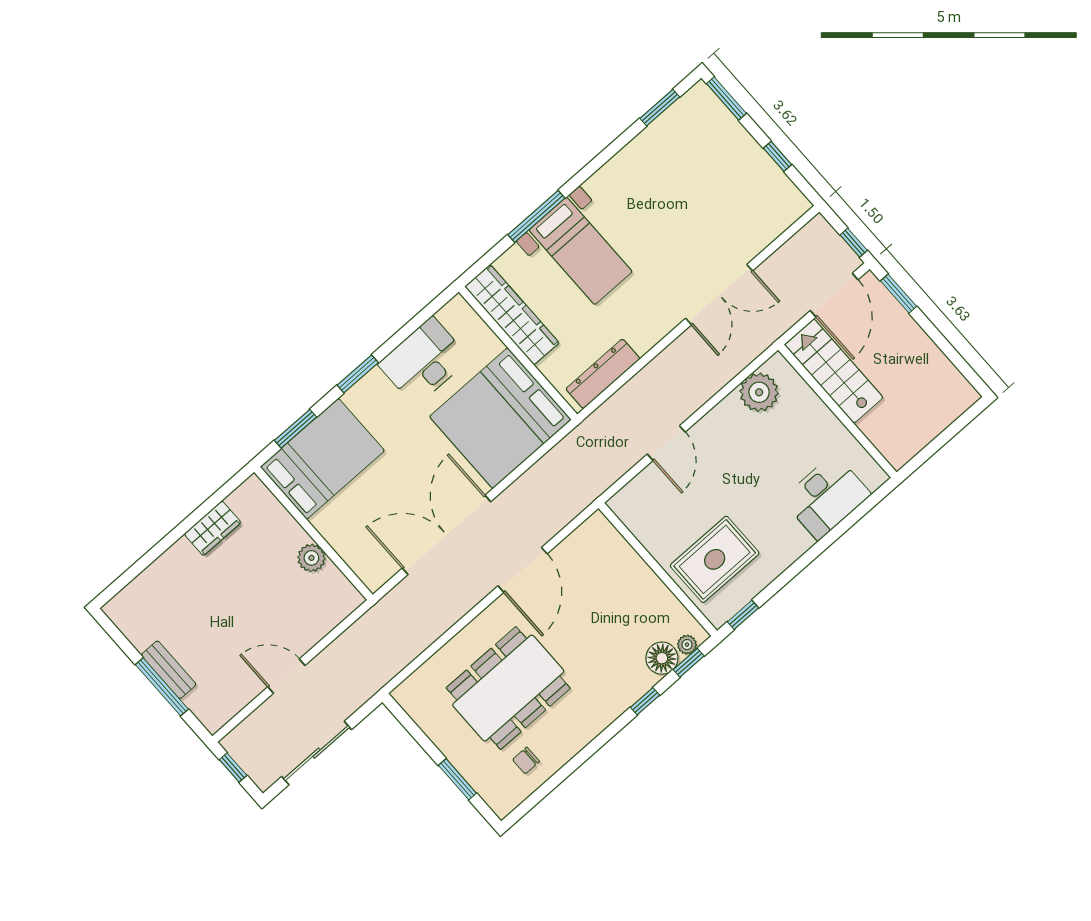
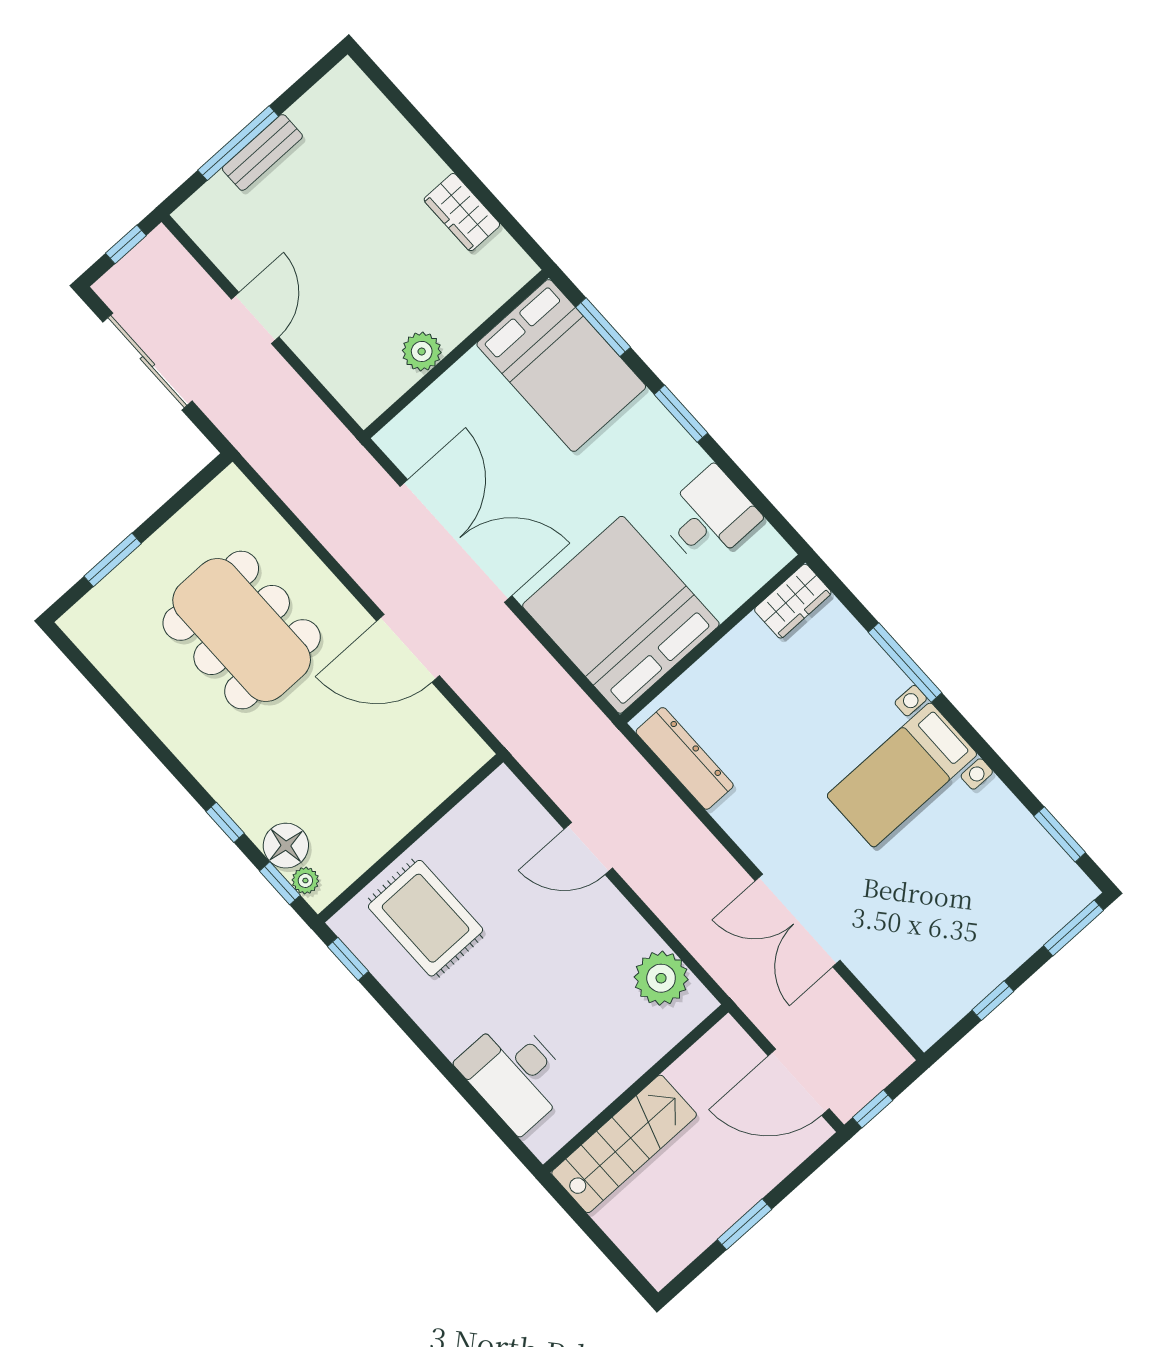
bed with nightstands: (581, 251) -> (902, 775), moved
window: (899, 294) -> (744, 1224), moved
wardrobe: (512, 315) -> (793, 601), width x0.48, depth x0.85
desk: (424, 361) -> (709, 517), width x0.73
stairs: (834, 371) -> (624, 1144), moved
chair: (526, 760) -> (140, 656), removed

